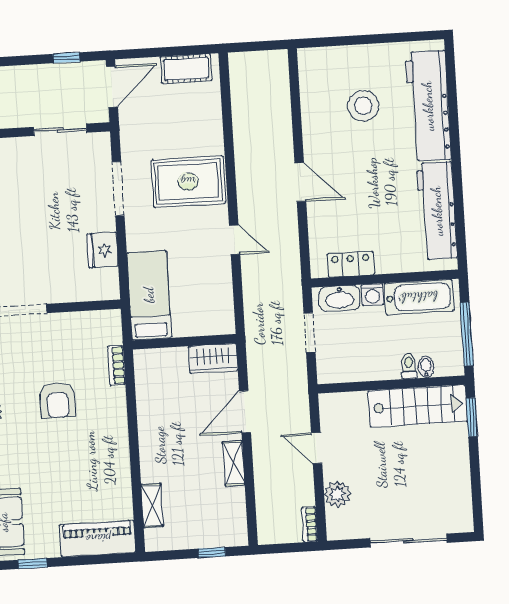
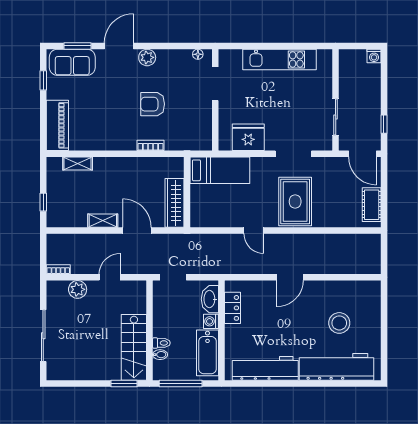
door: (235, 240) -> (254, 230), hinge flipped
fridge: (103, 250) -> (248, 137), width x1.36, depth x1.34
doorway: (310, 333) -> (173, 277), moved
wardrobe: (213, 358) -> (174, 203), width x1.50
bookcase: (117, 365) -> (151, 145), moved

